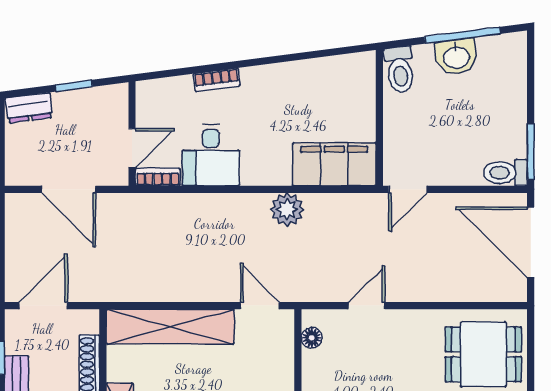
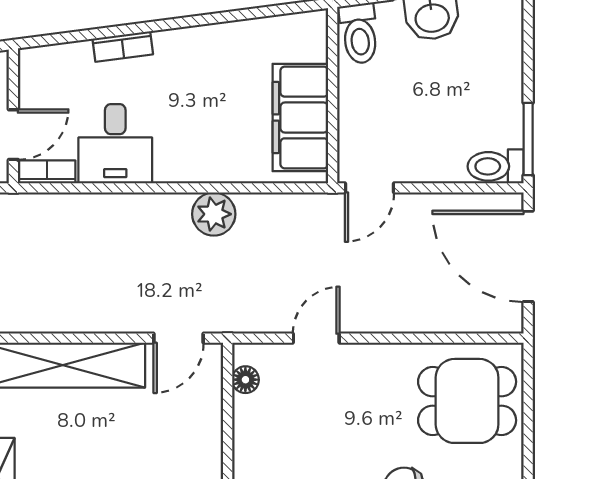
filing cabinet: (334, 164) -> (300, 117), moved, turned -90
door: (260, 306) -> (179, 338), swing flipped

